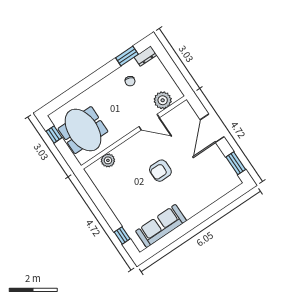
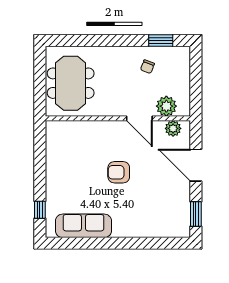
dresser: (145, 56) -> (179, 53), removed
door: (212, 128) -> (196, 165), hinge flipped
window: (54, 134) -> (40, 69), removed
plant: (108, 160) -> (173, 128), moved

